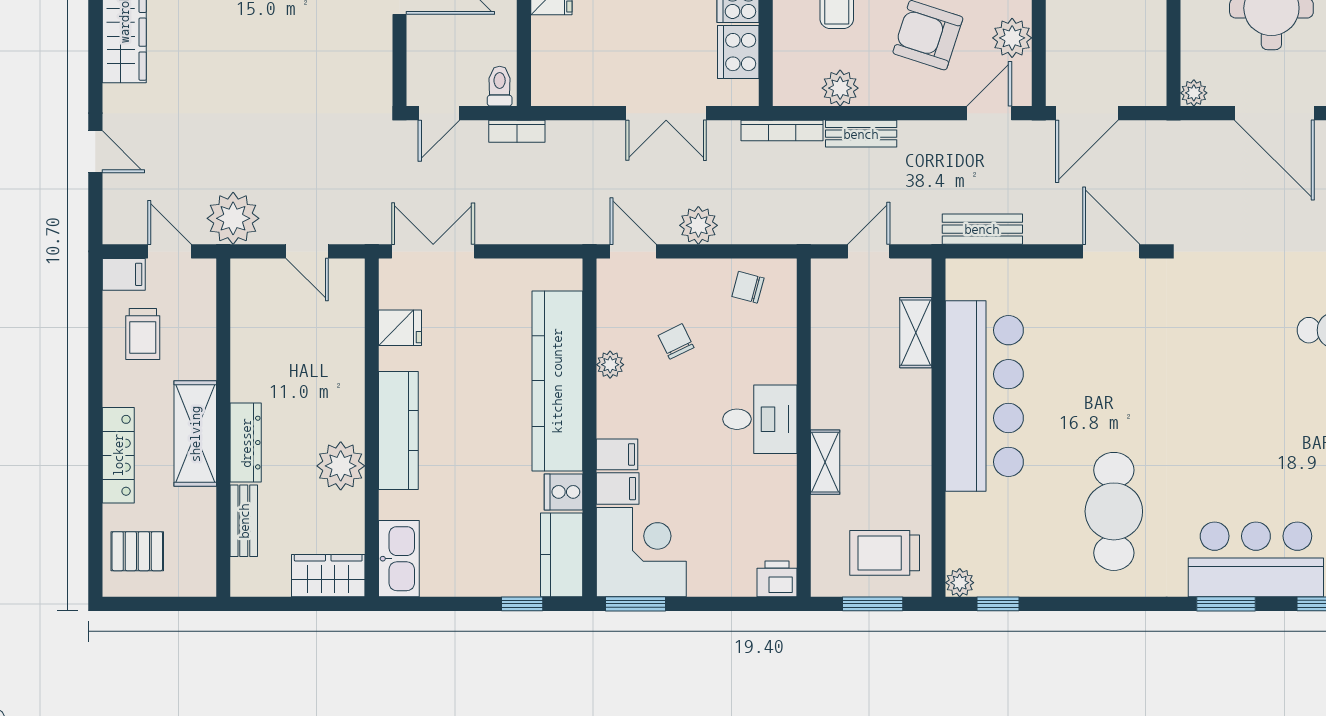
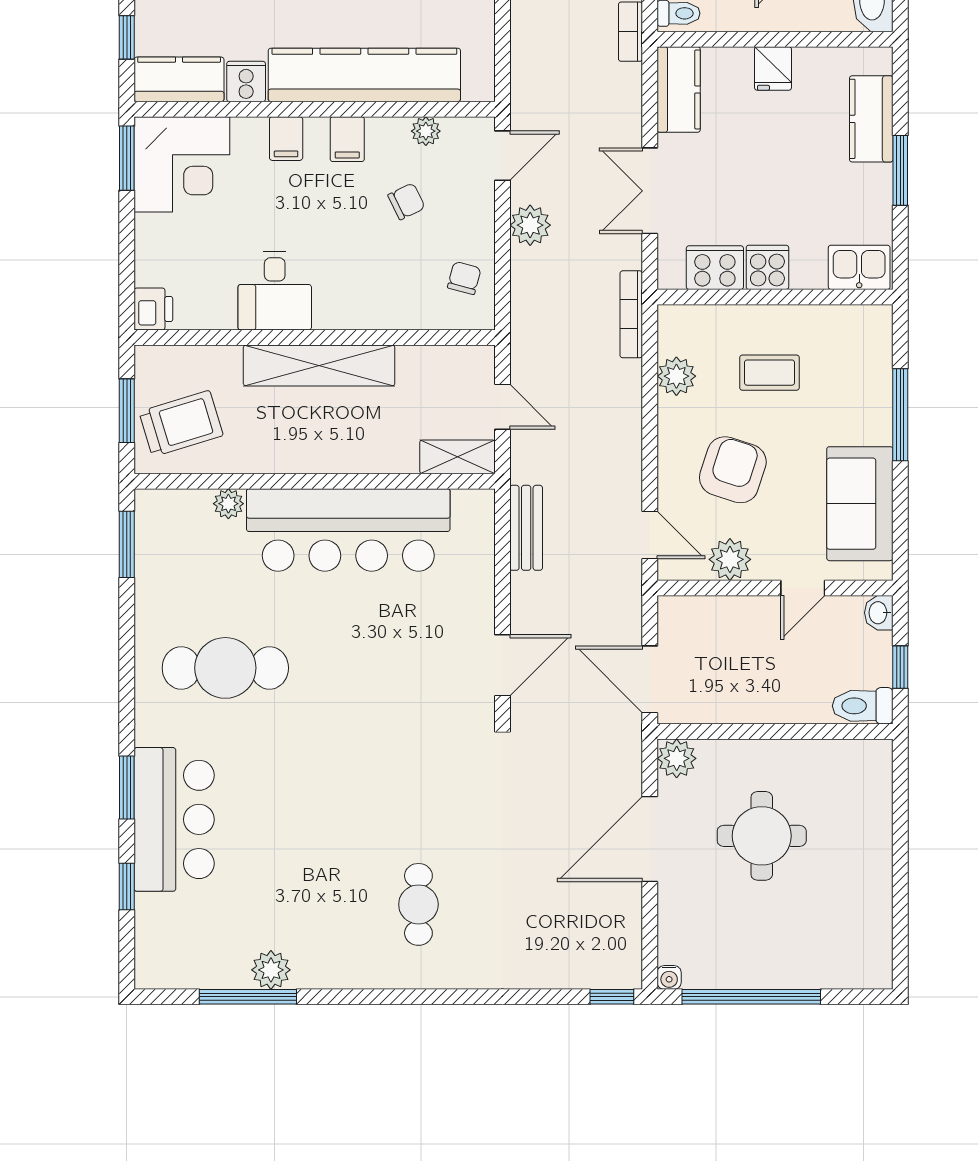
kitchen counter: (571, 86) -> (679, 89), added
plant: (1194, 93) -> (677, 758), width x1.38, depth x1.38
door: (1087, 113) -> (650, 679), moved
bench: (861, 134) -> (628, 399), removed
shelving: (916, 333) -> (457, 457), moved
plant: (610, 365) -> (426, 131), moved
desk: (760, 419) -> (275, 291), moved
shelving: (825, 462) -> (319, 365), width x2.20, depth x1.33
filing cabinet: (618, 489) -> (347, 139), moved
trolley: (885, 553) -> (181, 424), turned 73
plant: (960, 583) -> (228, 504), moved
window: (998, 604) -> (127, 544), width x1.50

